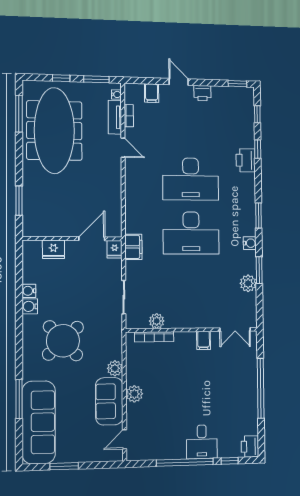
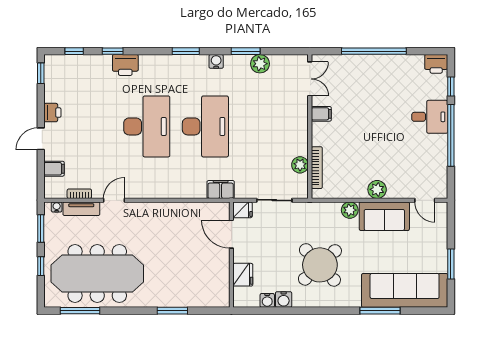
wall: (72, 239) -> (231, 255), moved
door: (92, 239) -> (231, 234), moved
fridge: (53, 249) -> (243, 275), moved
fridge: (115, 249) -> (243, 210), moved

